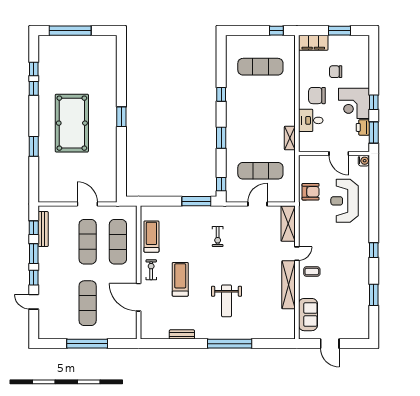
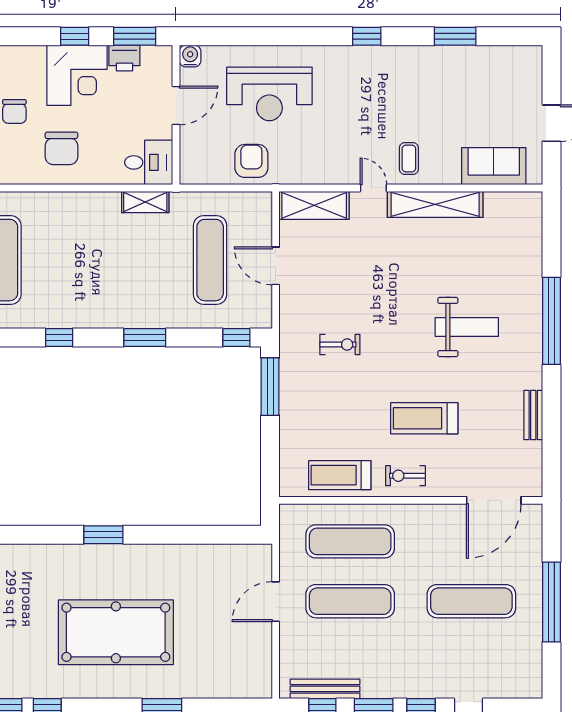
desk: (311, 120) -> (149, 162), moved, turned -90
door: (139, 297) -> (494, 500), moved

